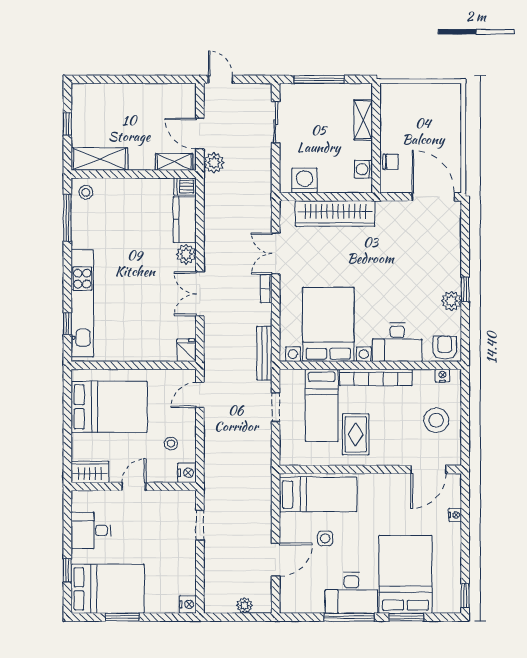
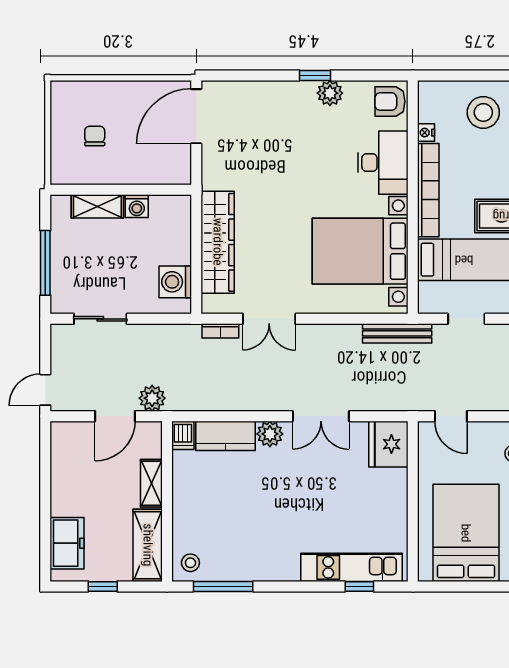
freezer: (101, 96) -> (67, 543), added
shelving: (174, 162) -> (151, 483), moved
chair: (391, 162) -> (95, 136), moved
washing machine: (363, 169) -> (137, 206), moved
bookcase: (266, 289) -> (220, 331), moved
kitchen unit: (82, 303) -> (352, 567), width x0.73
fridge: (187, 350) -> (388, 444), width x1.88, depth x1.34
nightstand: (442, 376) -> (426, 133), moved

